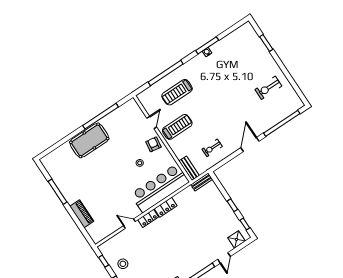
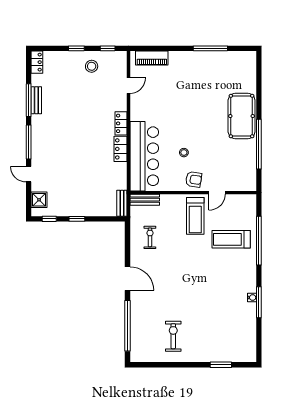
treadmill: (177, 92) -> (231, 239), turned -90
door: (152, 123) -> (217, 193), hinge flipped
piano: (82, 214) -> (152, 58), moved
door: (129, 224) -> (128, 86), moved

